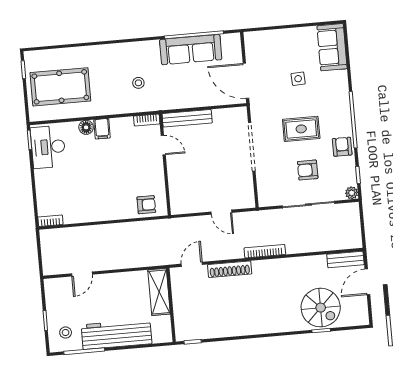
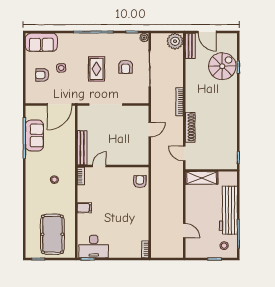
sofa: (191, 50) -> (34, 135), width x0.73
floor lamp: (86, 127) -> (82, 219), removed
armchair: (342, 147) -> (42, 75), moved
plant: (350, 237) -> (175, 41), added

